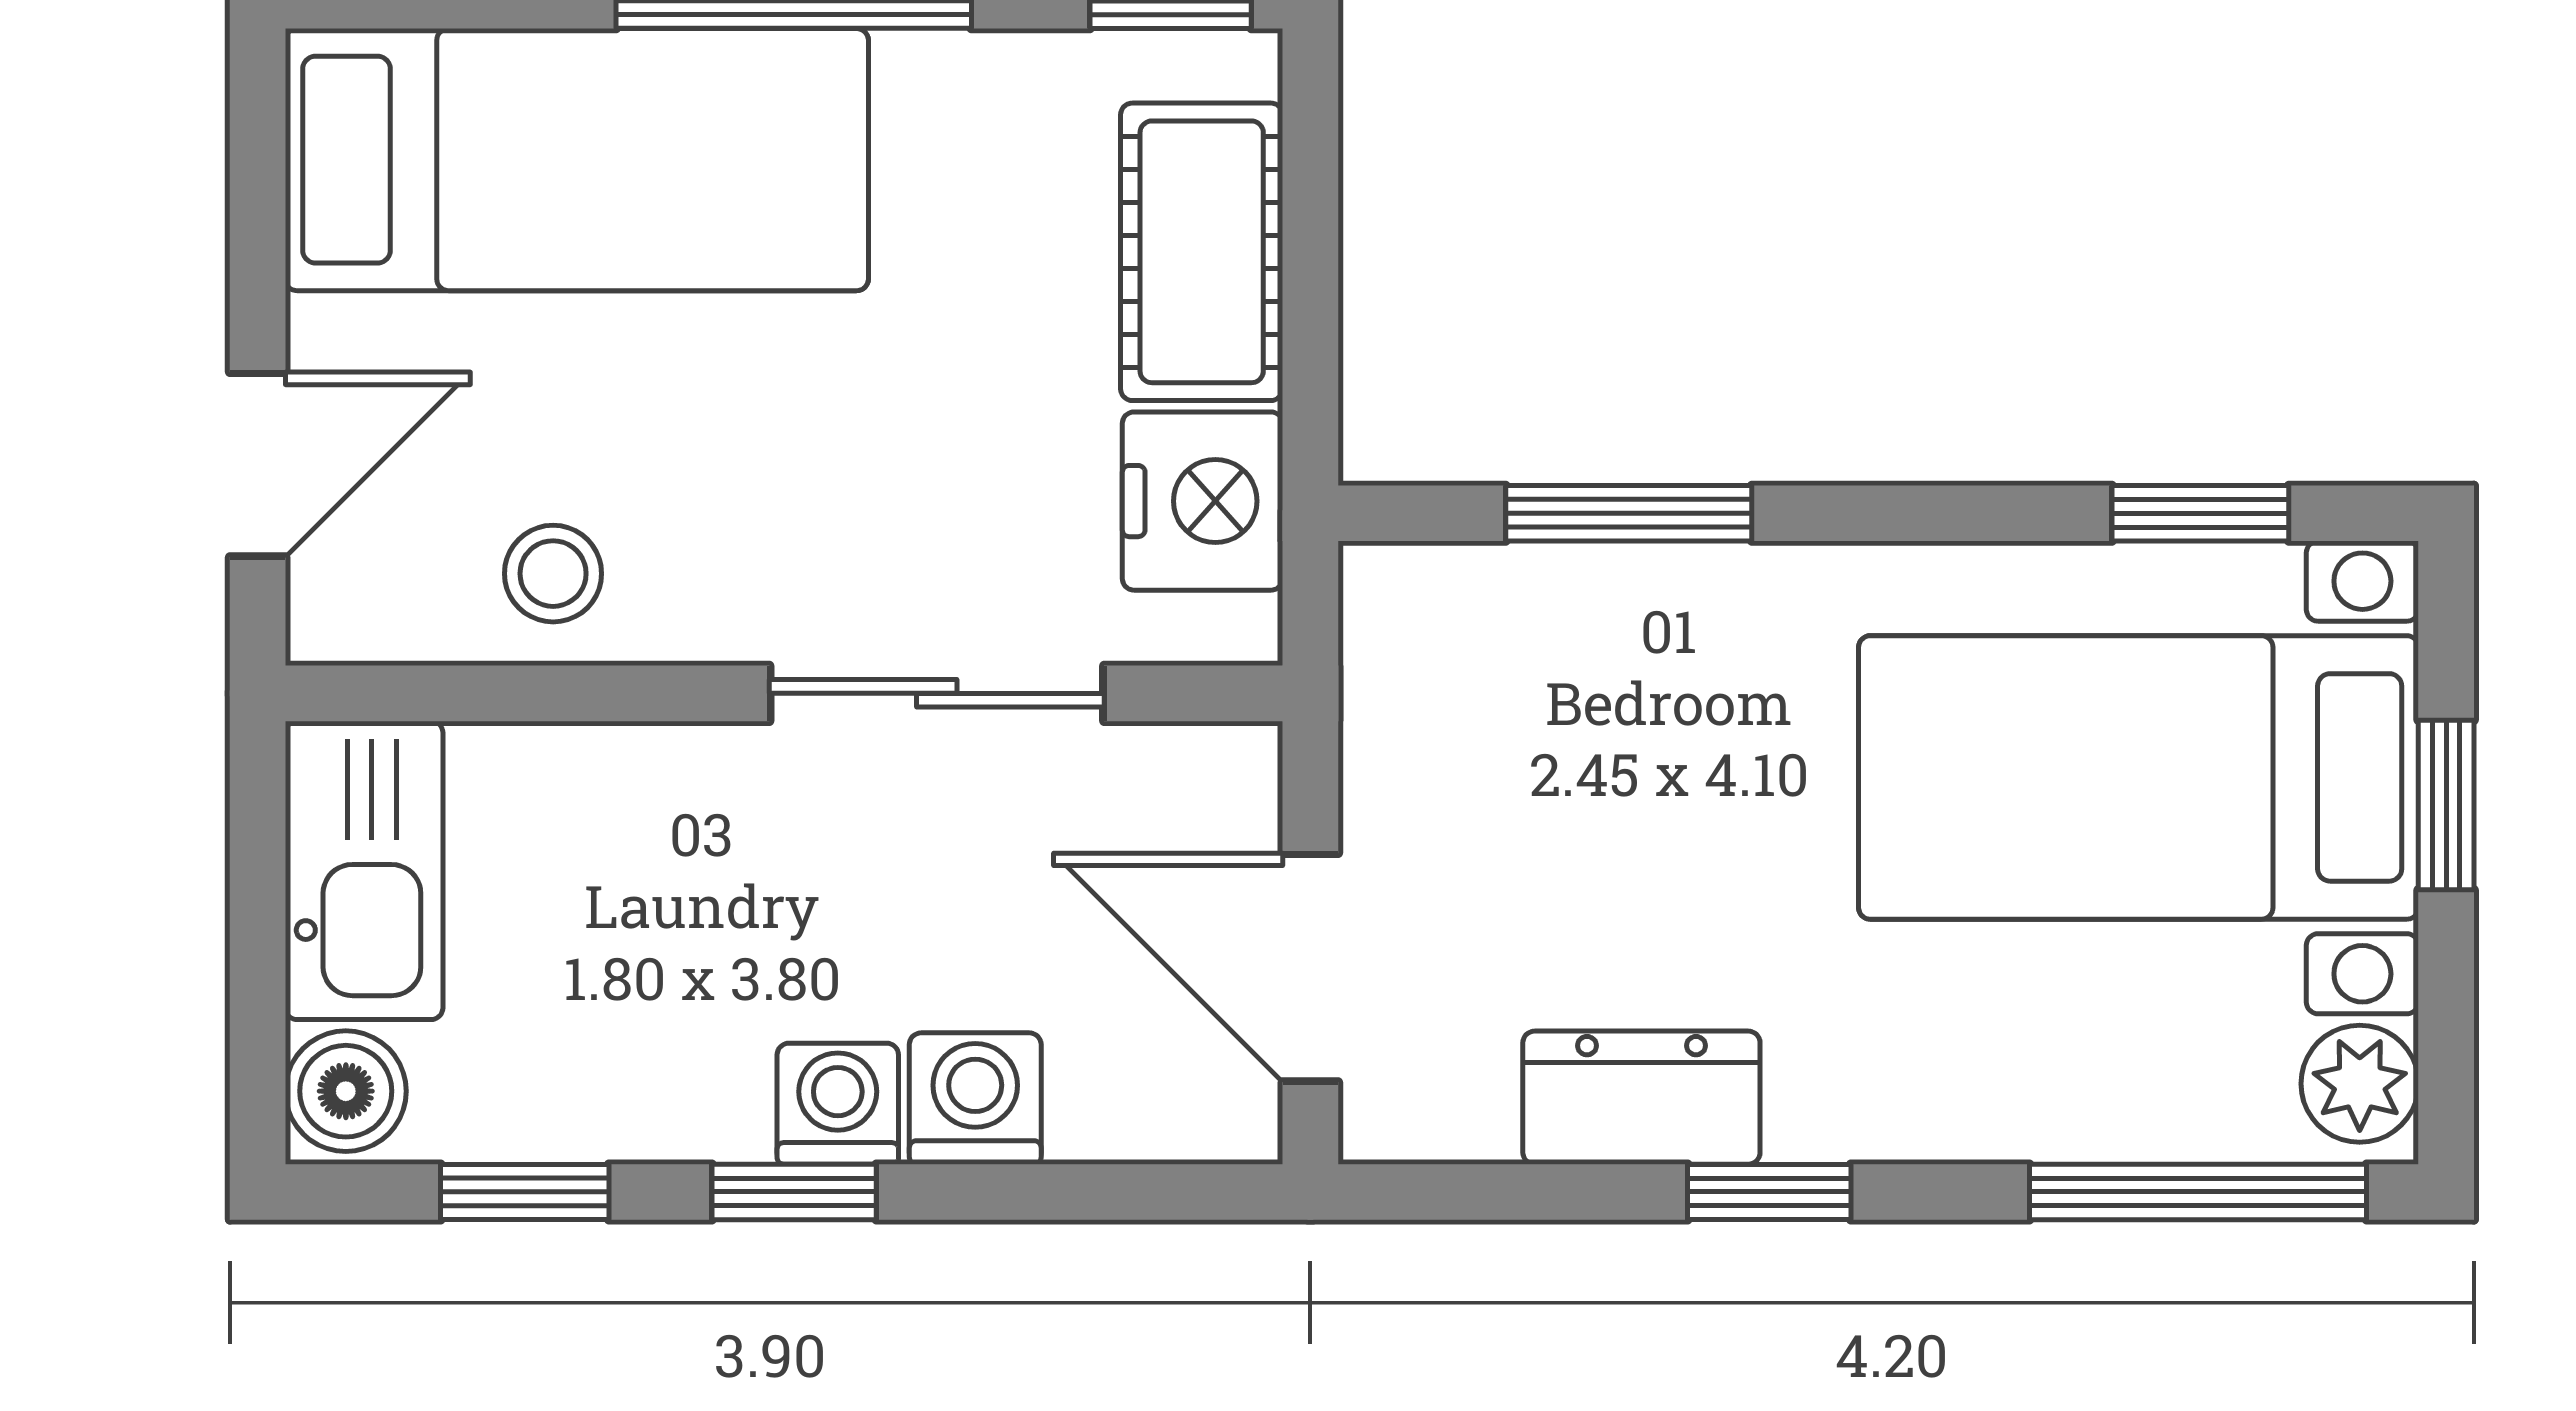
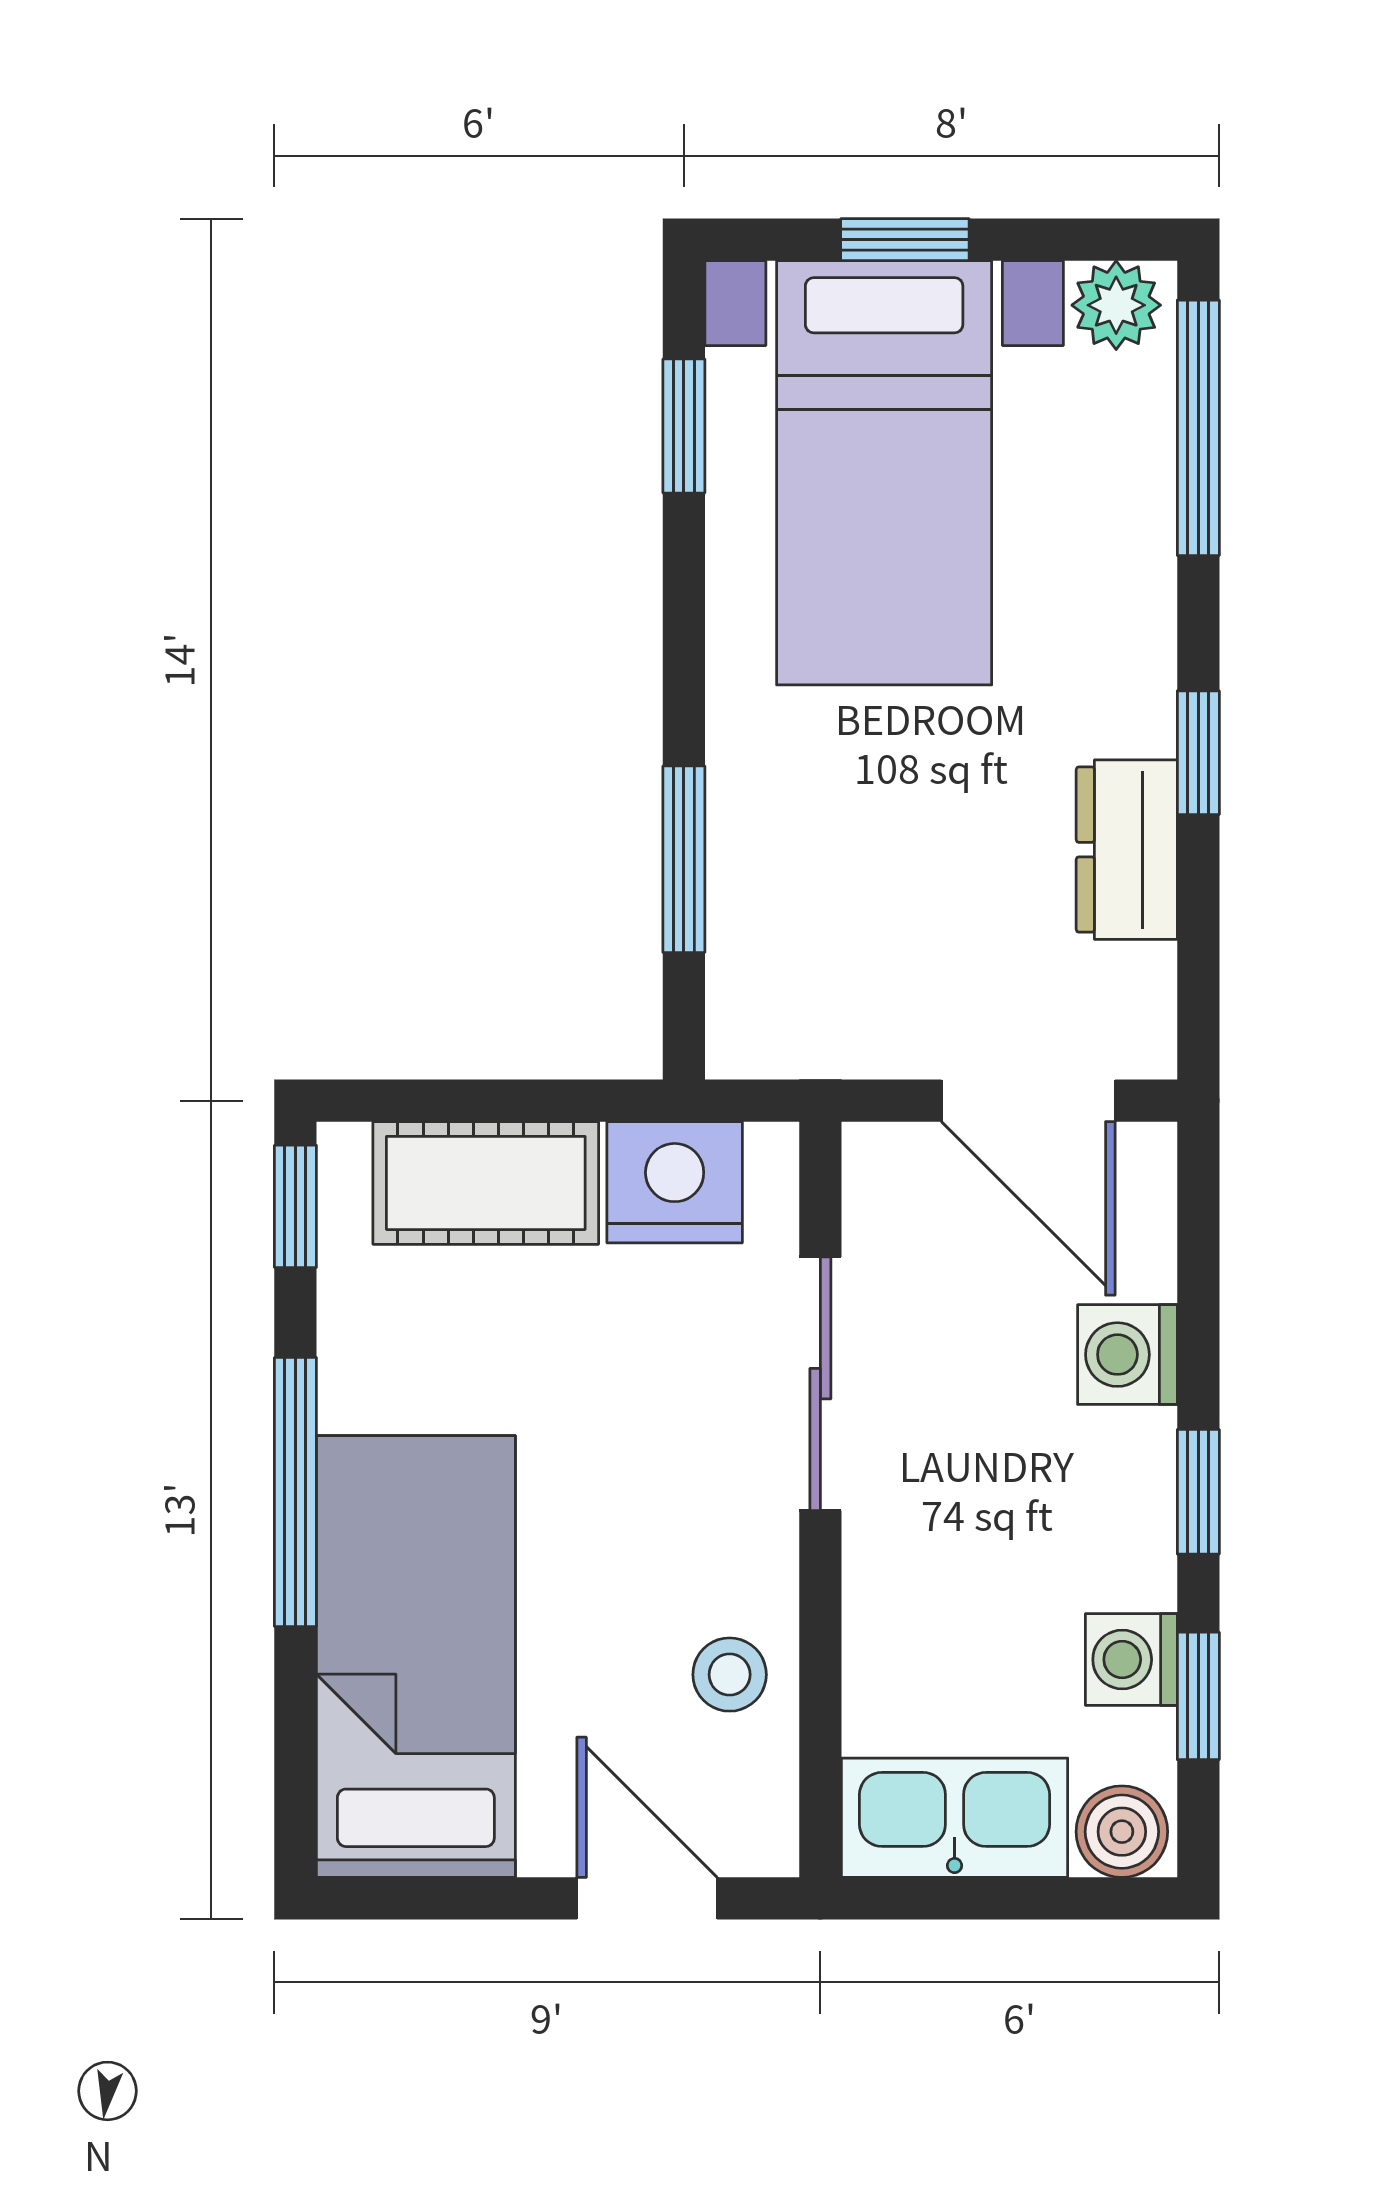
door: (1310, 968) -> (1028, 1101), hinge flipped
washing machine: (838, 1104) -> (1131, 1660), moved

